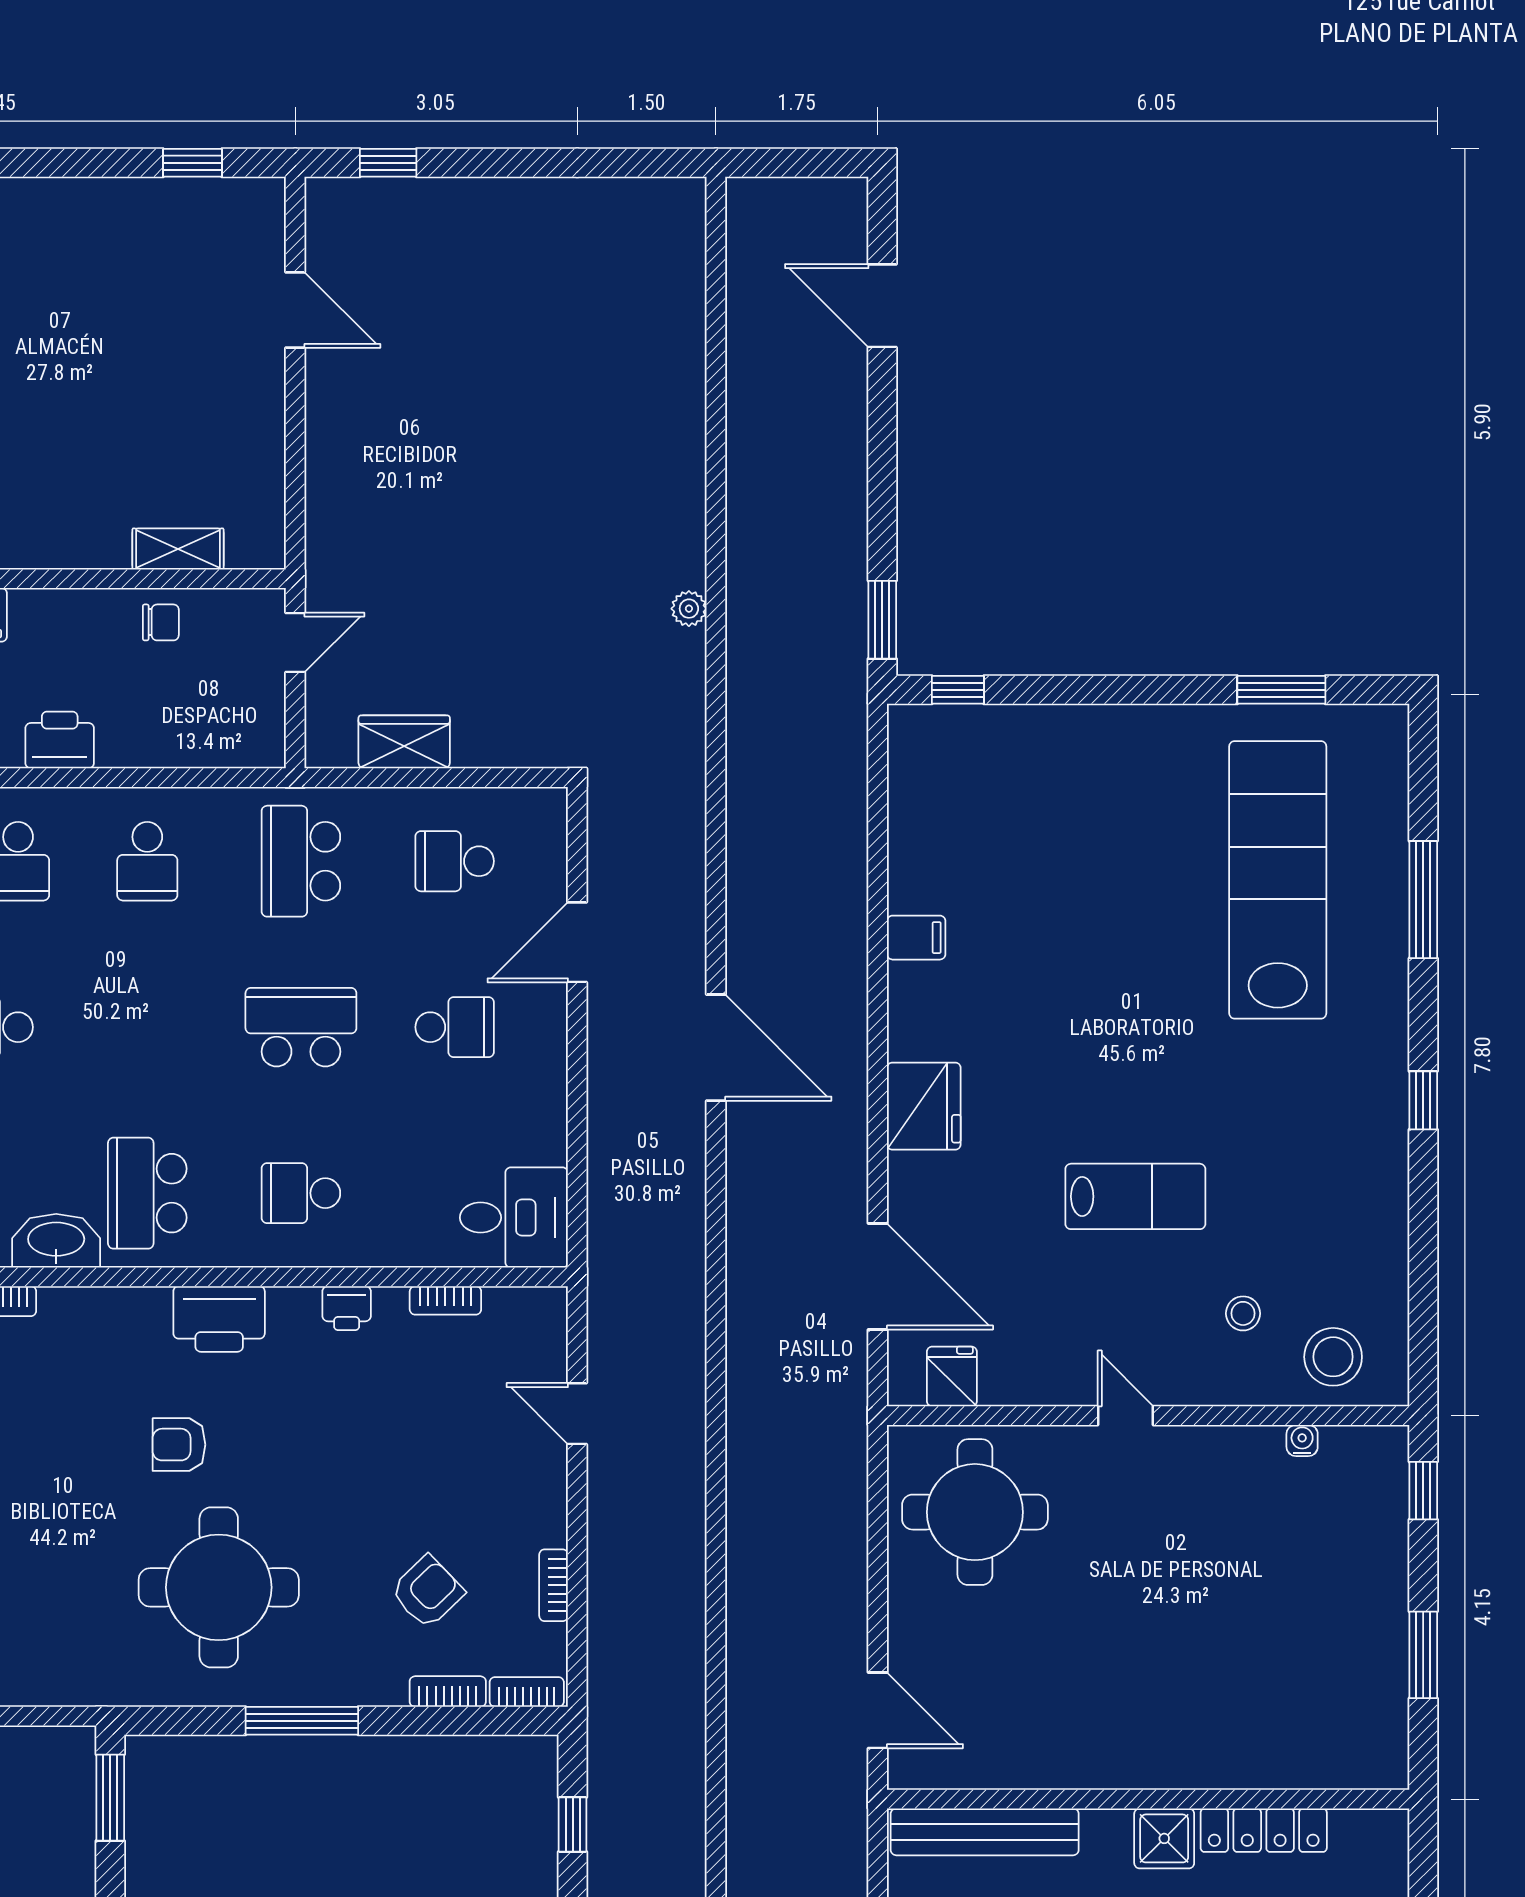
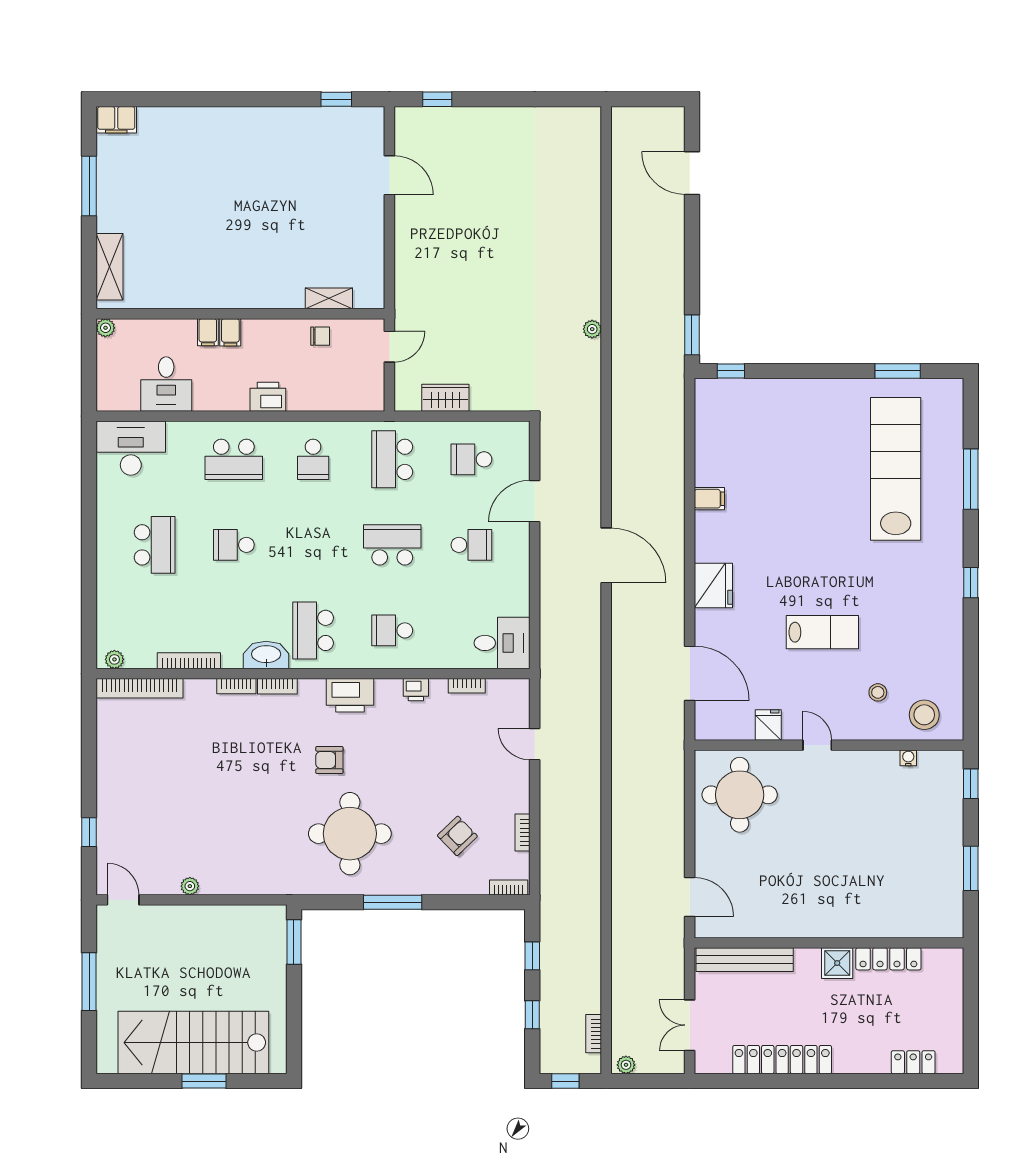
fridge: (952, 1376) -> (768, 725), moved
bookcase: (448, 1692) -> (277, 686), moved, turned 180

